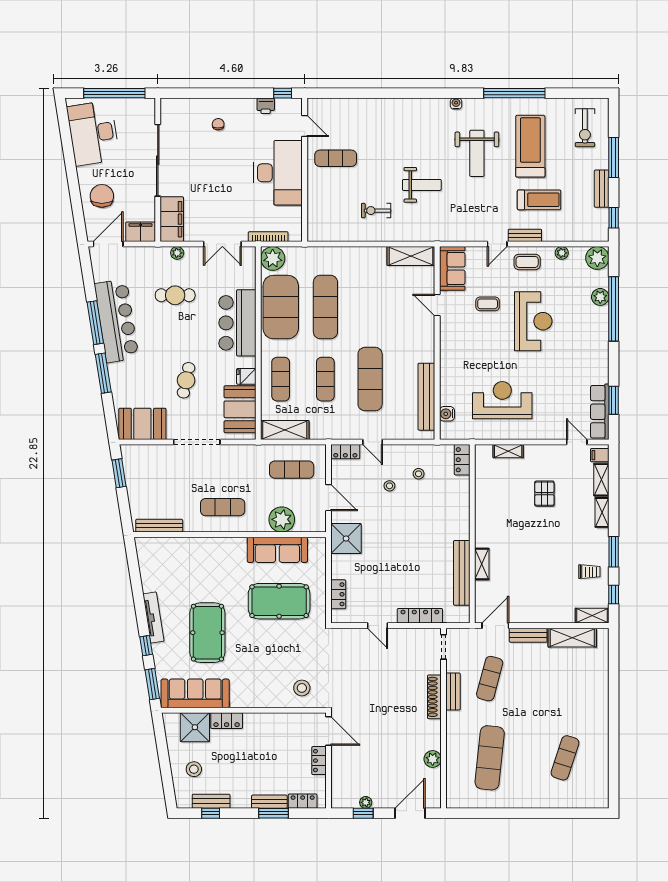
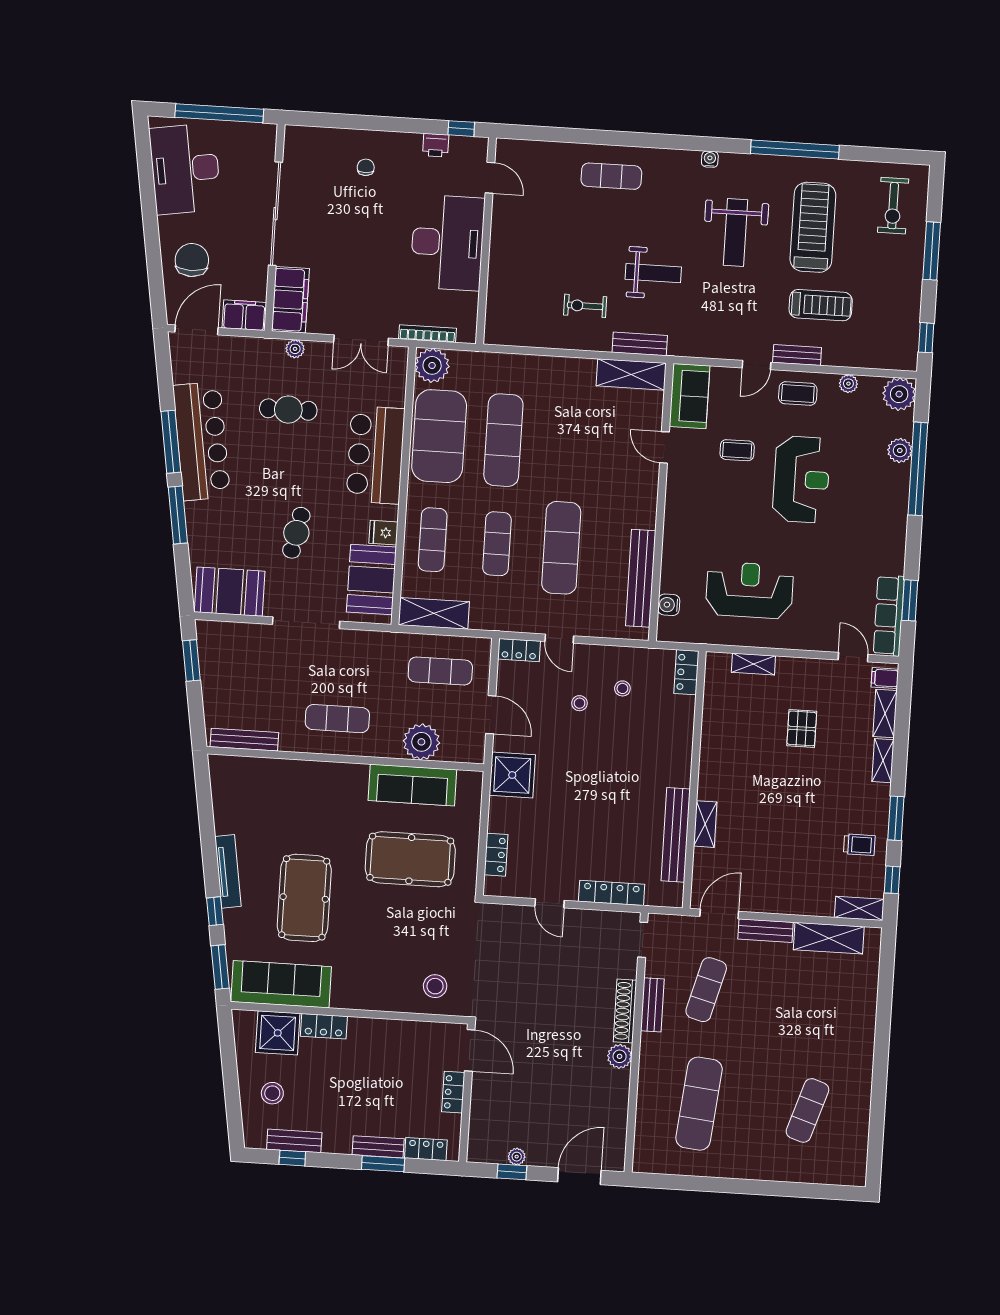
exercise mat: (336, 158) -> (611, 176), moved
bench: (602, 189) -> (640, 344), moved, turned 90
plant: (433, 759) -> (620, 1056), moved

